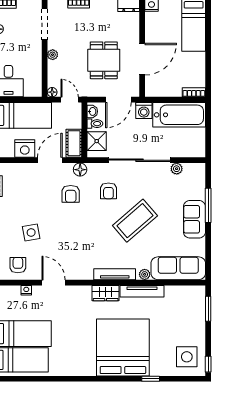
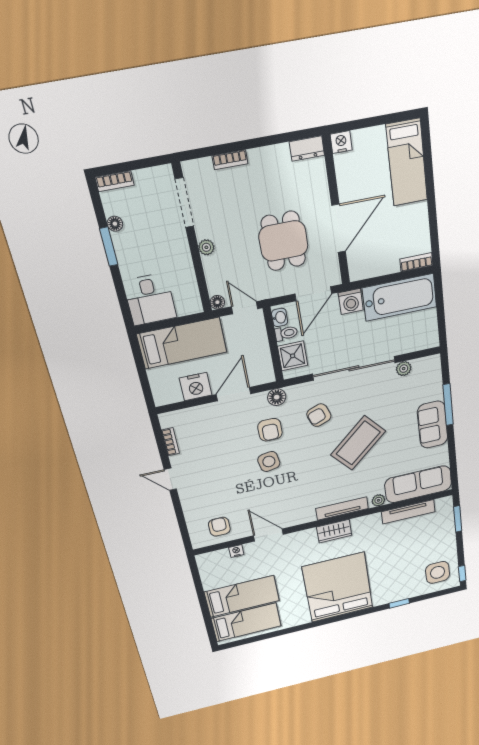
cot: (74, 143) -> (262, 365), removed
armchair: (108, 191) -> (319, 415), turned 70
side table: (31, 232) -> (269, 461), moved
tv unit: (142, 291) -> (408, 512), moved
bed: (123, 347) -> (338, 587), moved

